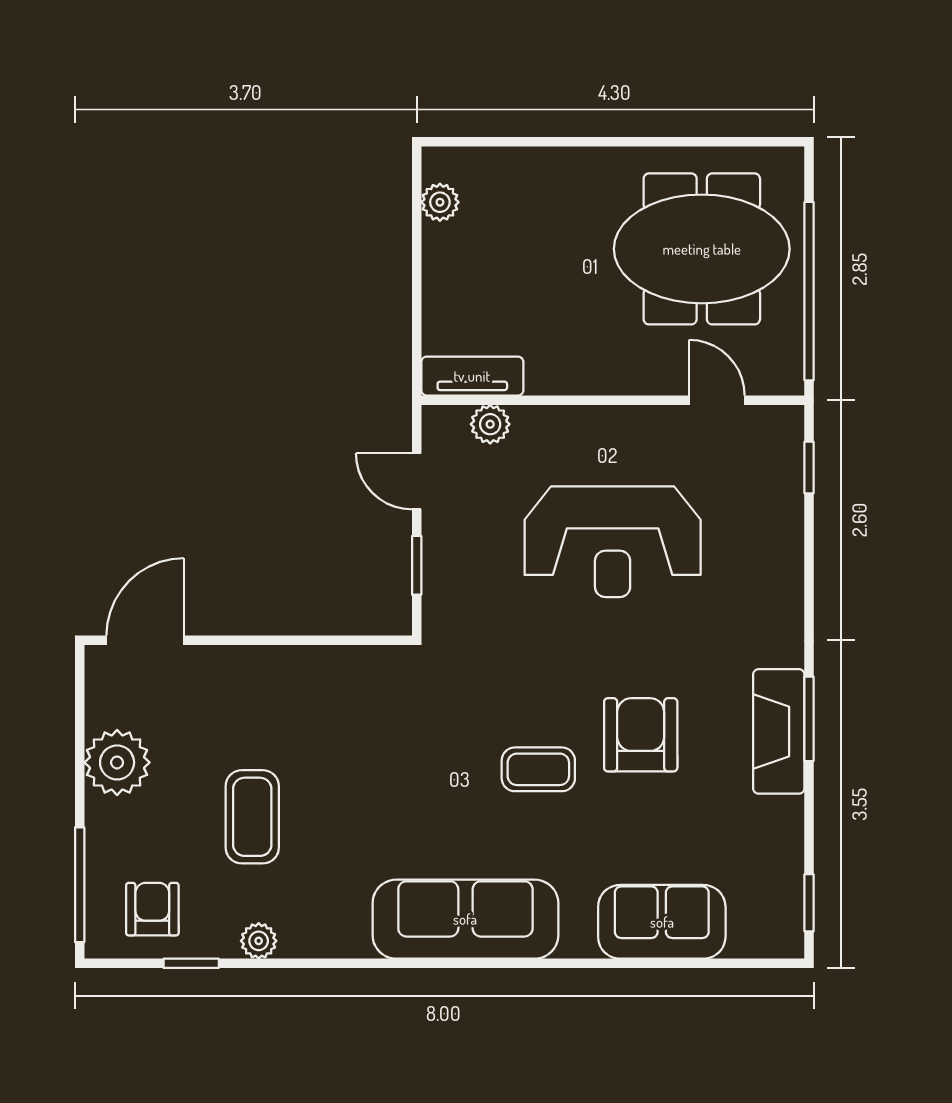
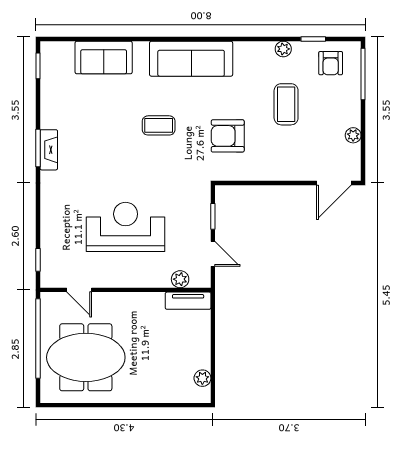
fireplace: (779, 731) -> (49, 150), width x0.73, depth x0.76
armchair: (641, 735) -> (228, 136), moved, turned 90
plant: (117, 762) -> (353, 135), width x0.53, depth x0.53

